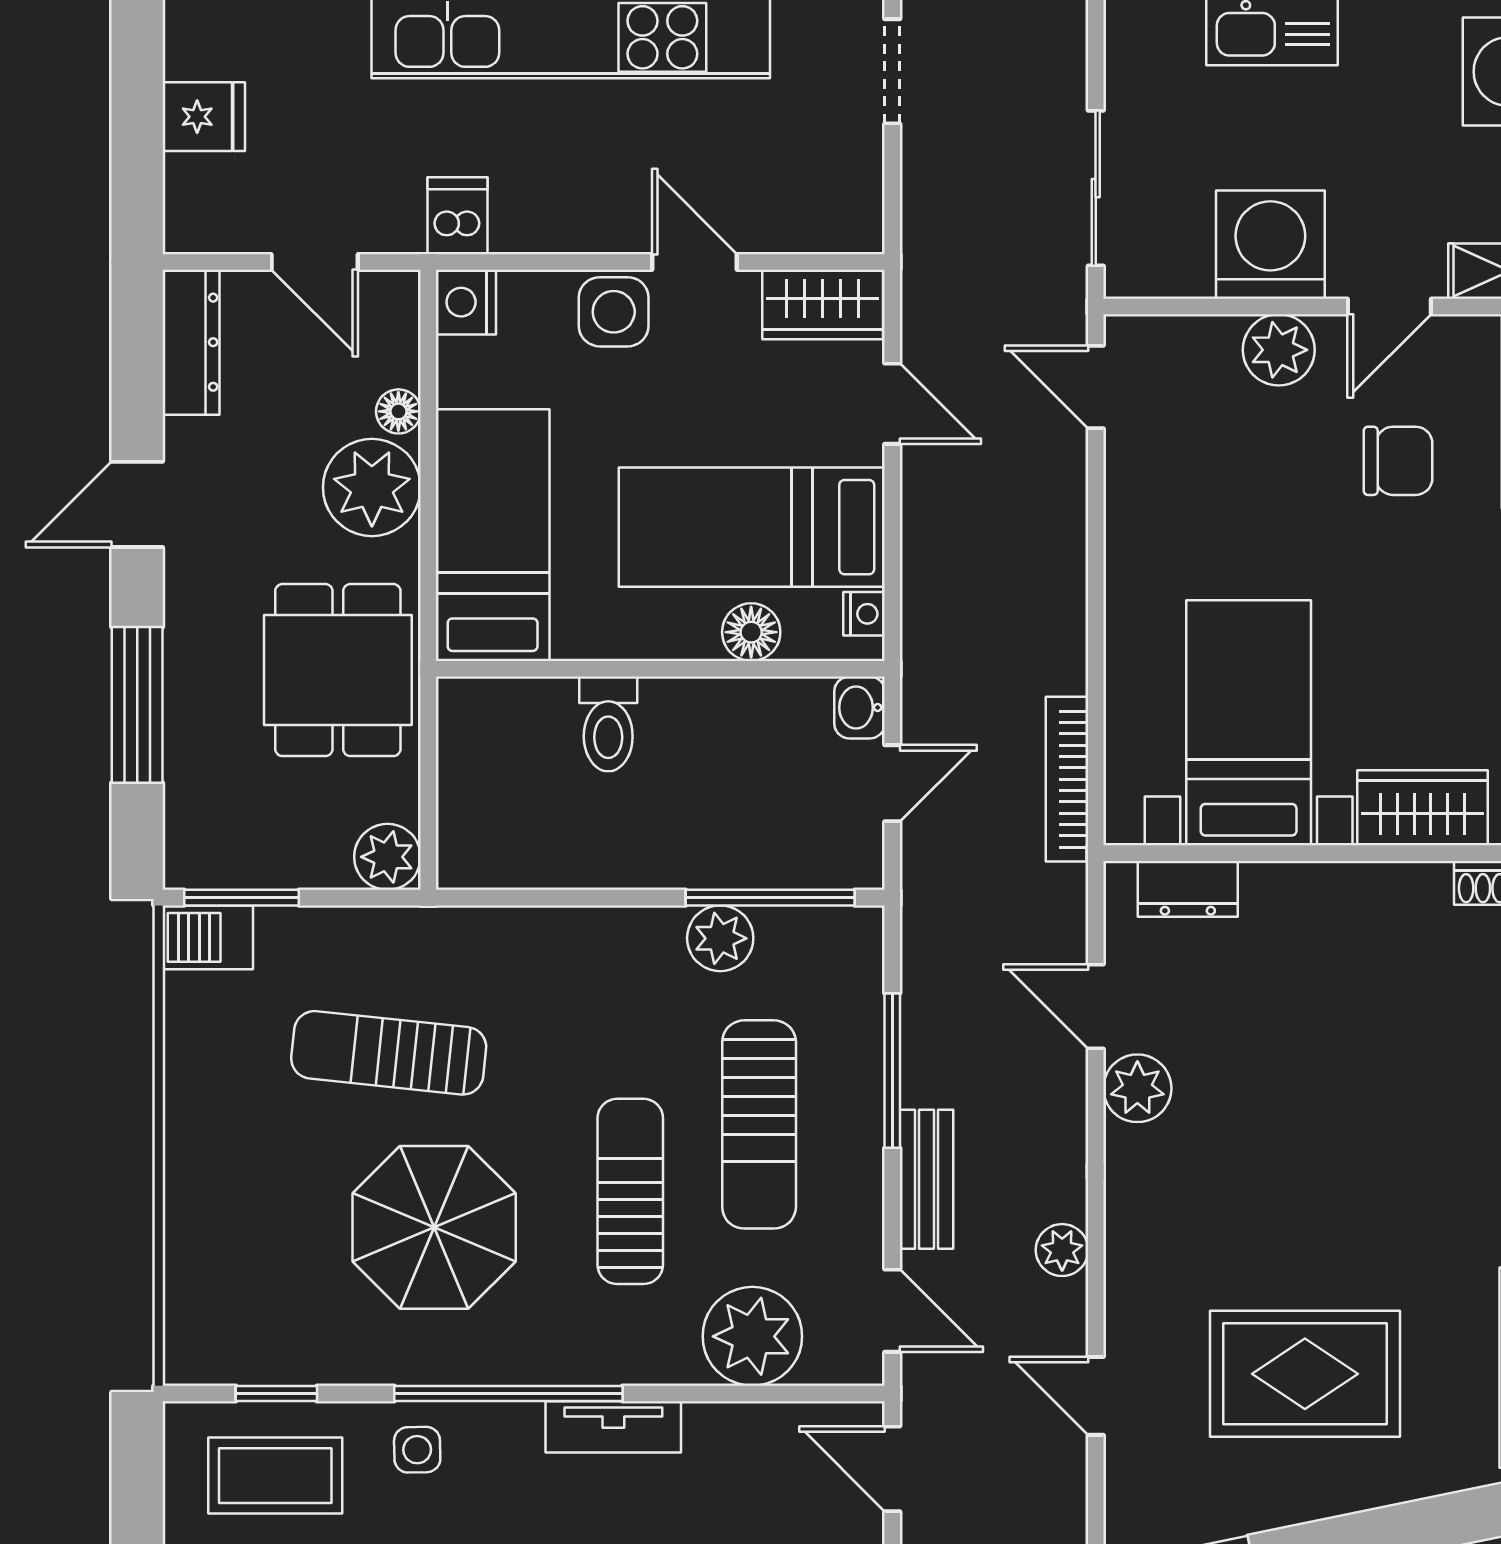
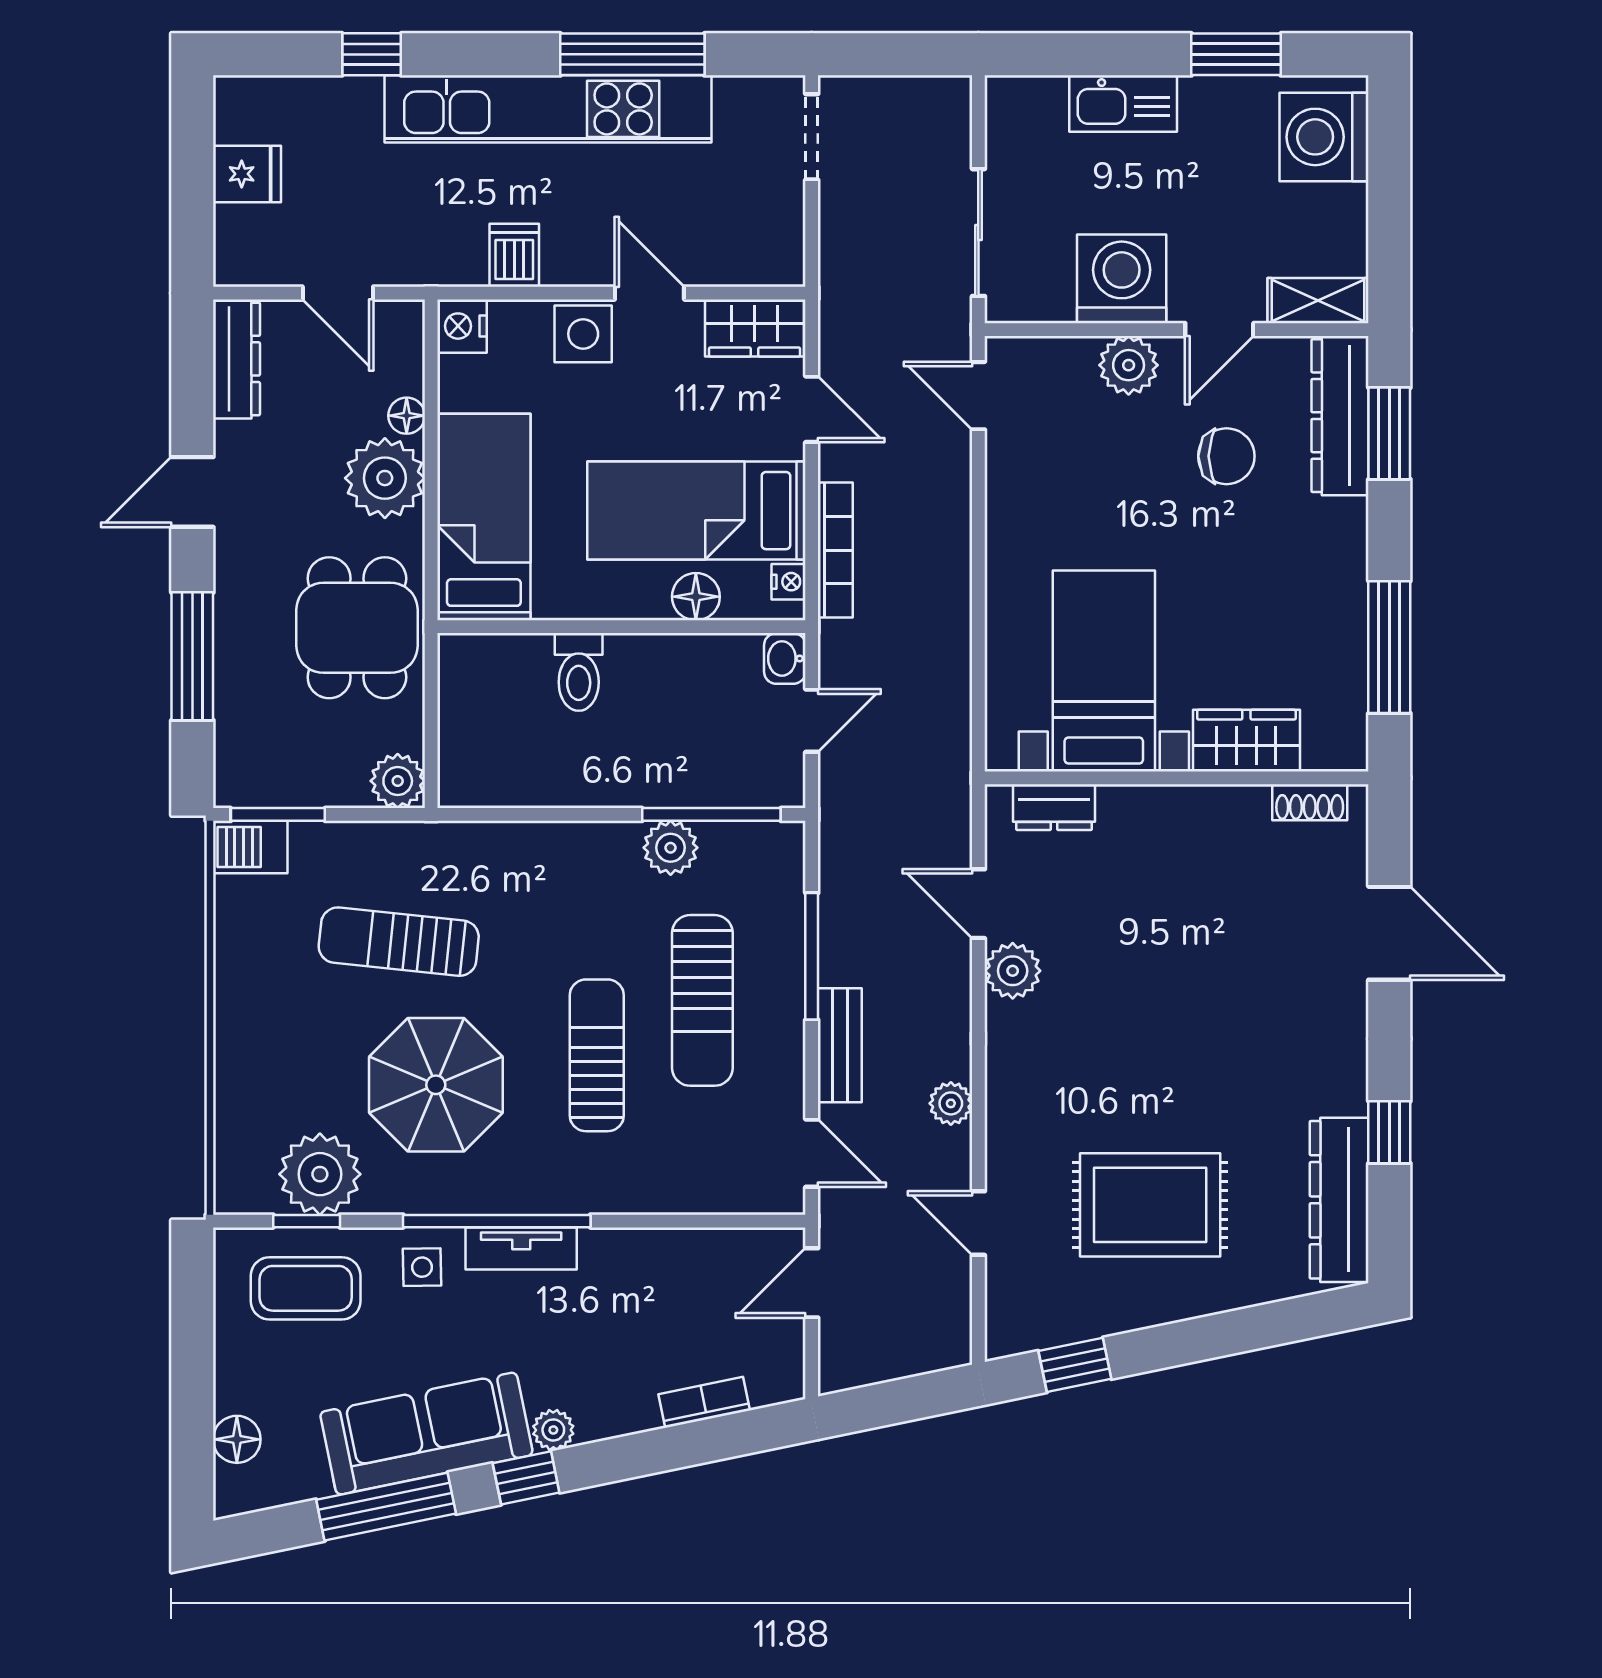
dishwasher: (457, 216) -> (514, 255), moved
bookcase: (1067, 779) -> (835, 550), moved, turned 180
plant: (752, 1336) -> (320, 1174), moved
tv unit: (613, 1427) -> (521, 1248), moved
door: (892, 1469) -> (812, 1283), hinge flipped

